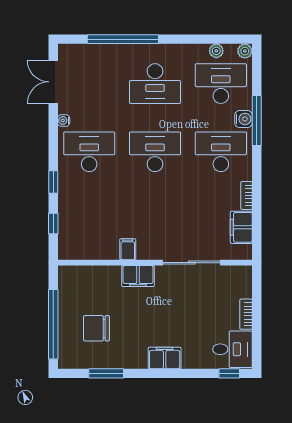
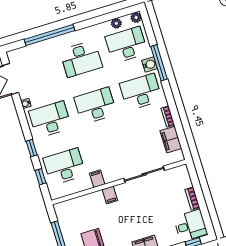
desk: (89, 220) -> (64, 167), added
filing cabinet: (138, 276) -> (110, 195), width x0.50

